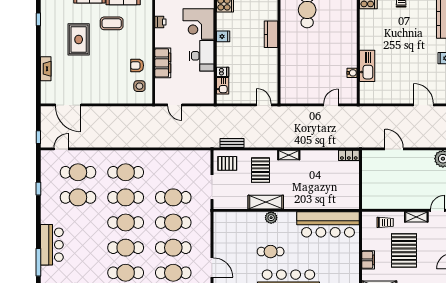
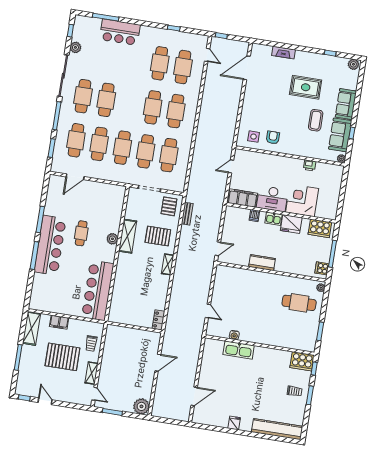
kitchen counter: (271, 34) -> (262, 263), moved
fridge: (223, 36) -> (291, 224), width x1.88, depth x1.34
filing cabinet: (163, 63) -> (243, 198), moved, turned 180
kitchen sink: (223, 86) -> (274, 219), moved
cafe table: (126, 223) -> (169, 155), moved

